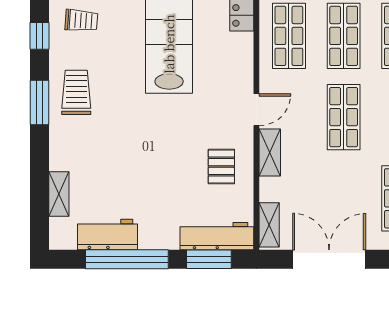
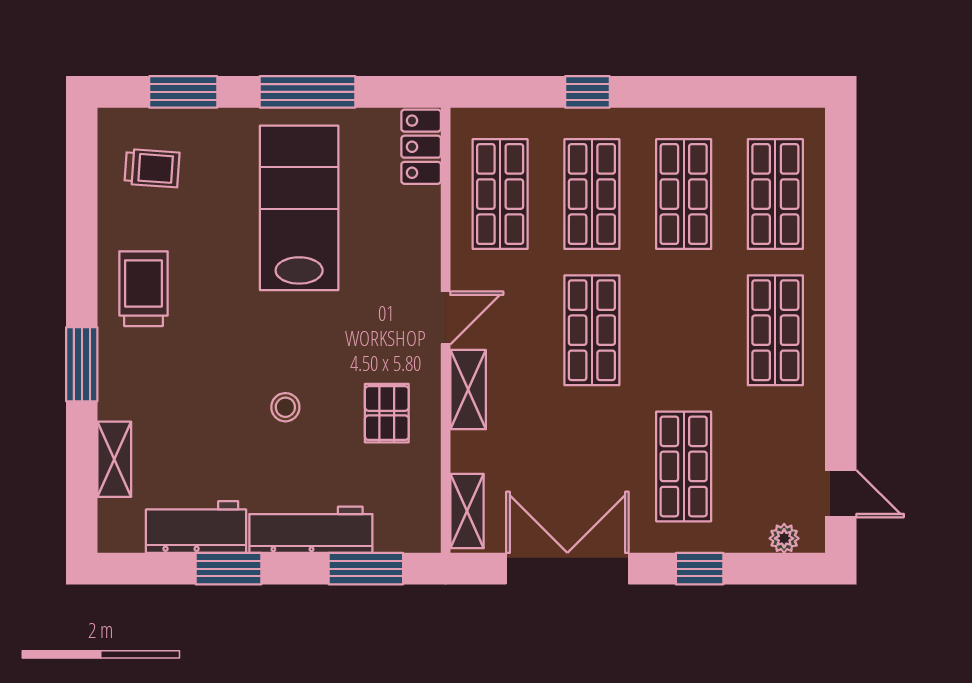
window: (39, 36) -> (82, 194), removed
window: (39, 103) -> (82, 364), moved
stool: (161, 163) -> (285, 407), added
workbench: (217, 236) -> (311, 530), moved
window: (127, 259) -> (229, 569), width x0.47

